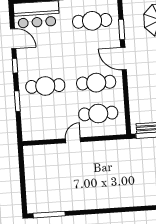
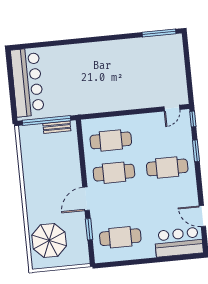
door: (124, 59) -> (86, 199), swing flipped
window: (15, 66) -> (193, 119), moved
door: (73, 140) -> (172, 108), moved

